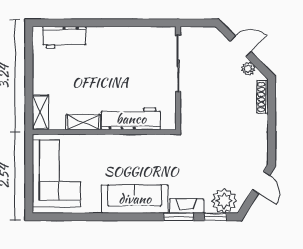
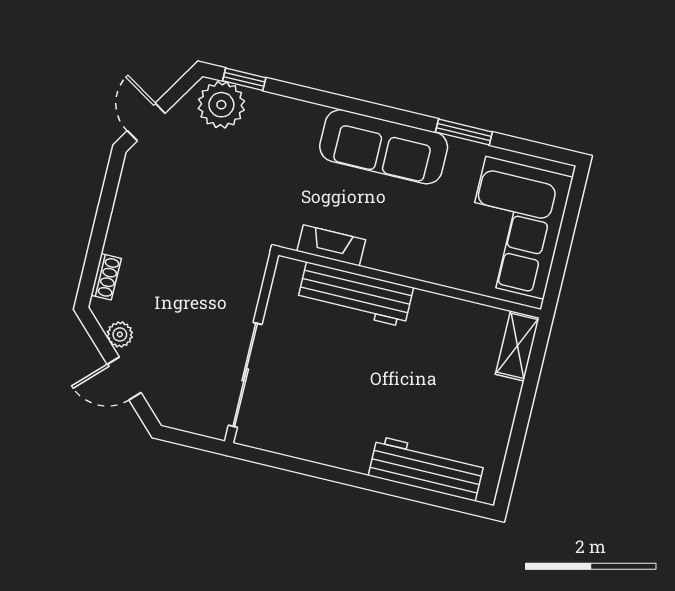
workbench: (64, 37) -> (426, 469), width x1.38
shoe rack: (263, 97) -> (106, 277), width x0.70
shelving: (83, 122) -> (444, 309), removed
fireplace: (186, 206) -> (331, 245), moved, turned 180
window: (179, 217) -> (464, 132), moved

